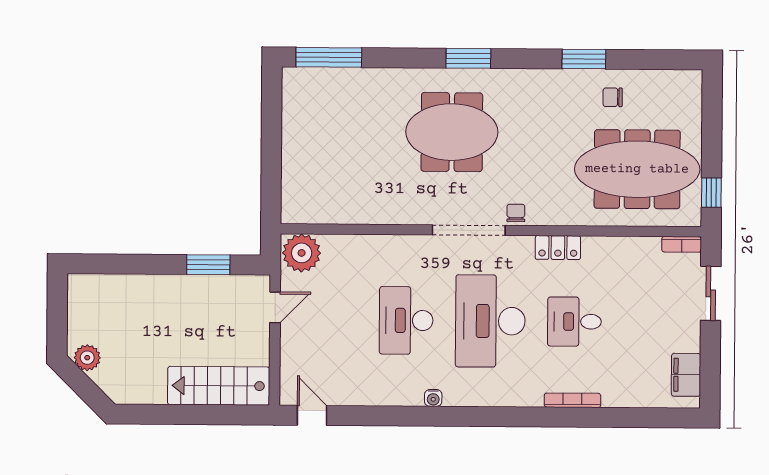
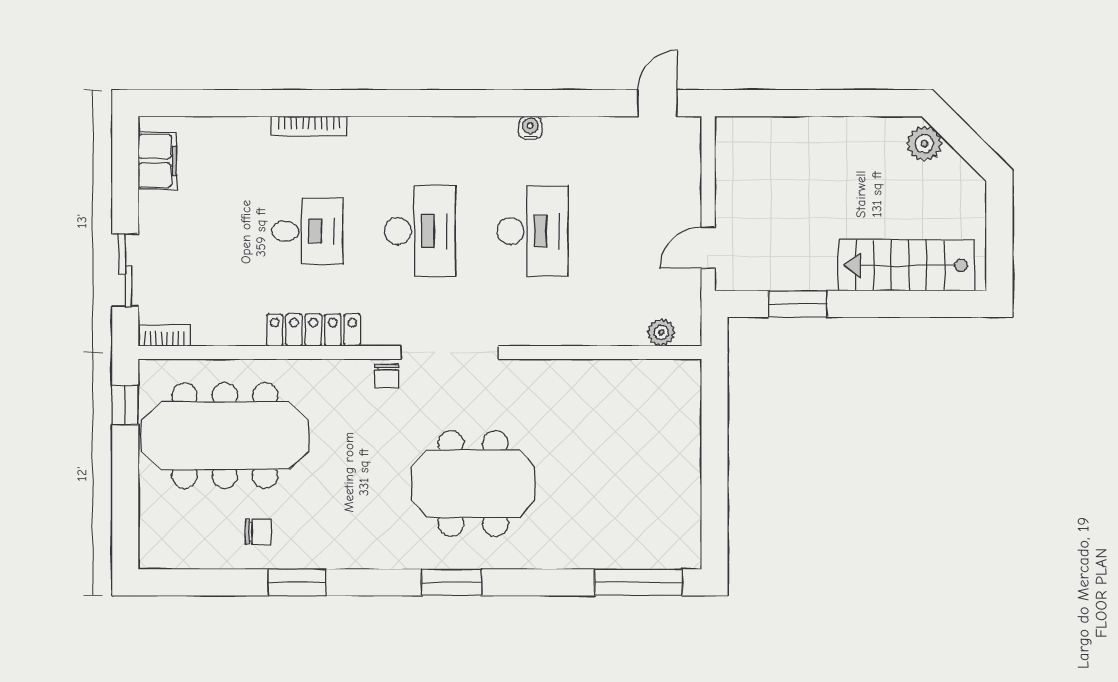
locker: (558, 248) -> (313, 330), width x1.53
plant: (302, 253) -> (661, 332), width x0.53, depth x0.53
desk: (490, 321) -> (420, 231), width x0.73, depth x0.77
plant: (87, 358) -> (924, 144), moved
stairs: (219, 386) -> (906, 265), moved, turned 180
water cooler: (433, 398) -> (530, 128), moved
door: (312, 415) -> (658, 103), swing flipped

